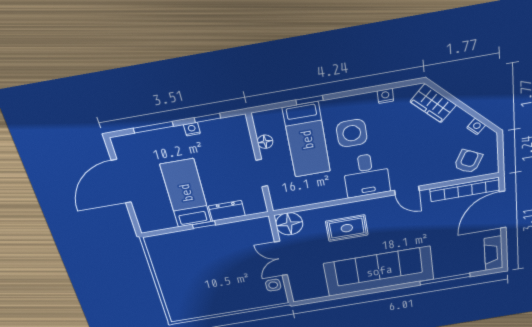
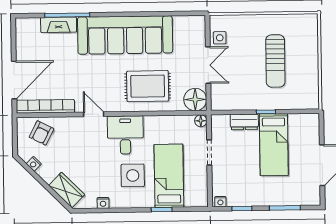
nightstand: (192, 129) -> (220, 202), moved
floor lamp: (265, 142) -> (201, 121), moved
rug: (347, 228) -> (148, 86), width x1.36, depth x1.43
fireplace: (494, 253) -> (59, 25), moved, turned 90
sun lounger: (206, 274) -> (275, 61), added

